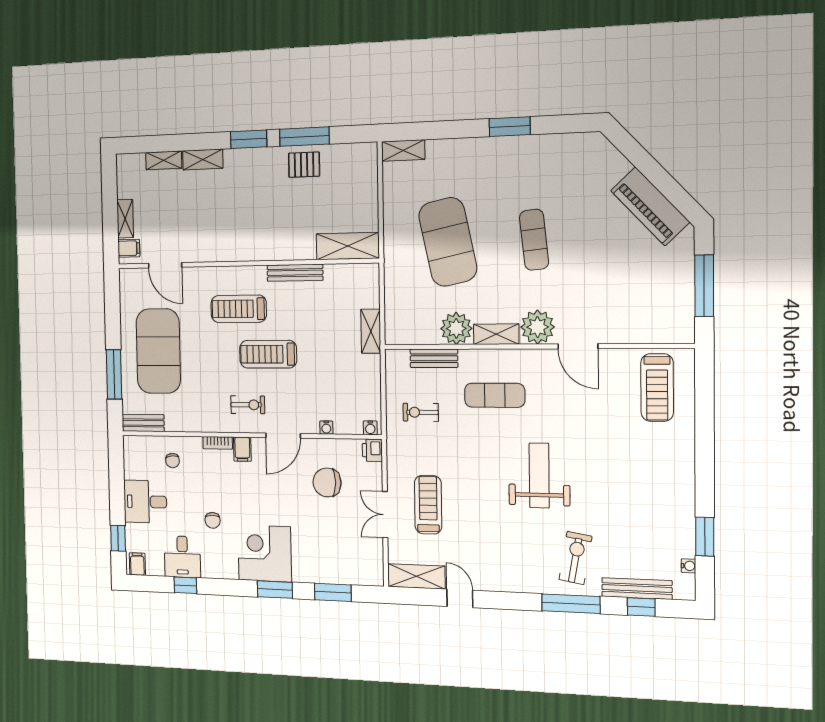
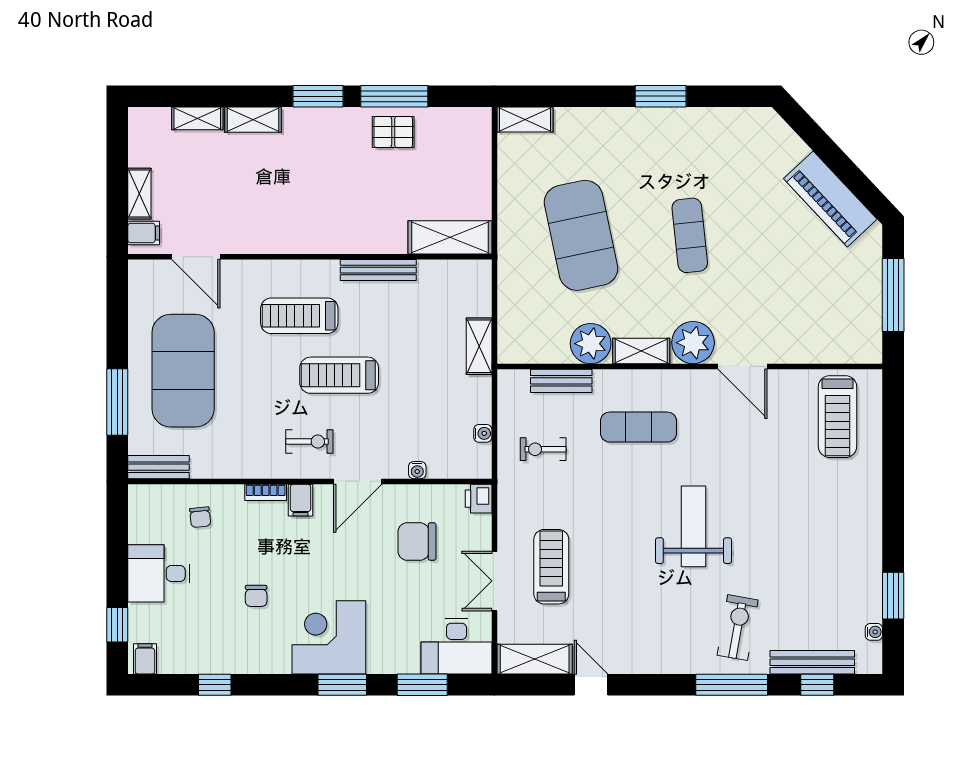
water cooler: (370, 428) -> (483, 433), moved, turned -90
desk: (182, 557) -> (456, 646), moved, width x1.37

